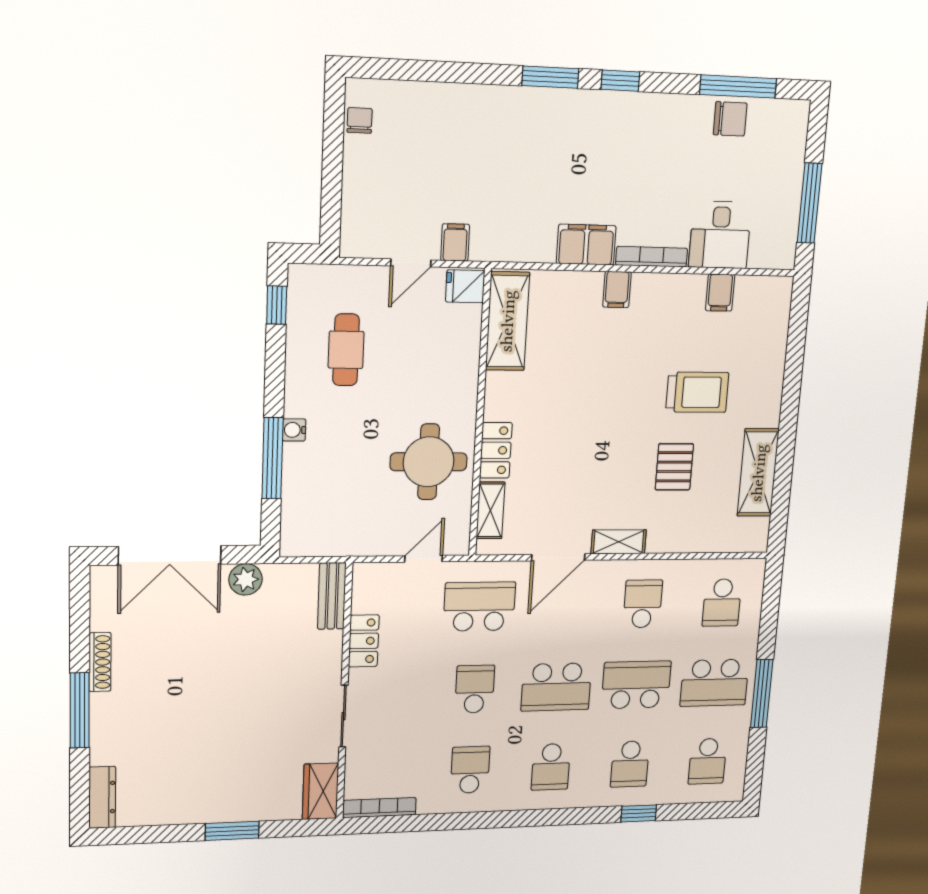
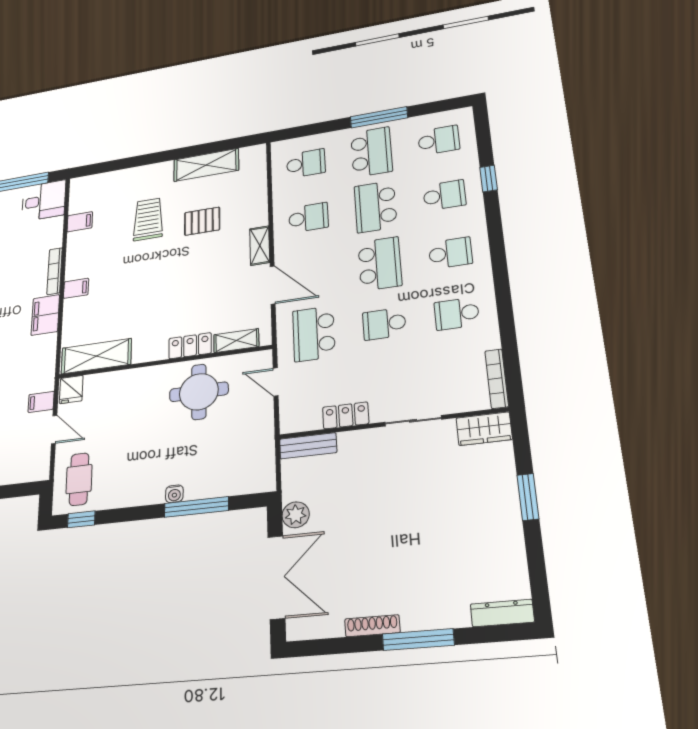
desk: (720, 235) -> (44, 201), moved
cafe table: (346, 350) -> (79, 479), moved, turned 90
school desk: (643, 604) -> (308, 218), turned 180

